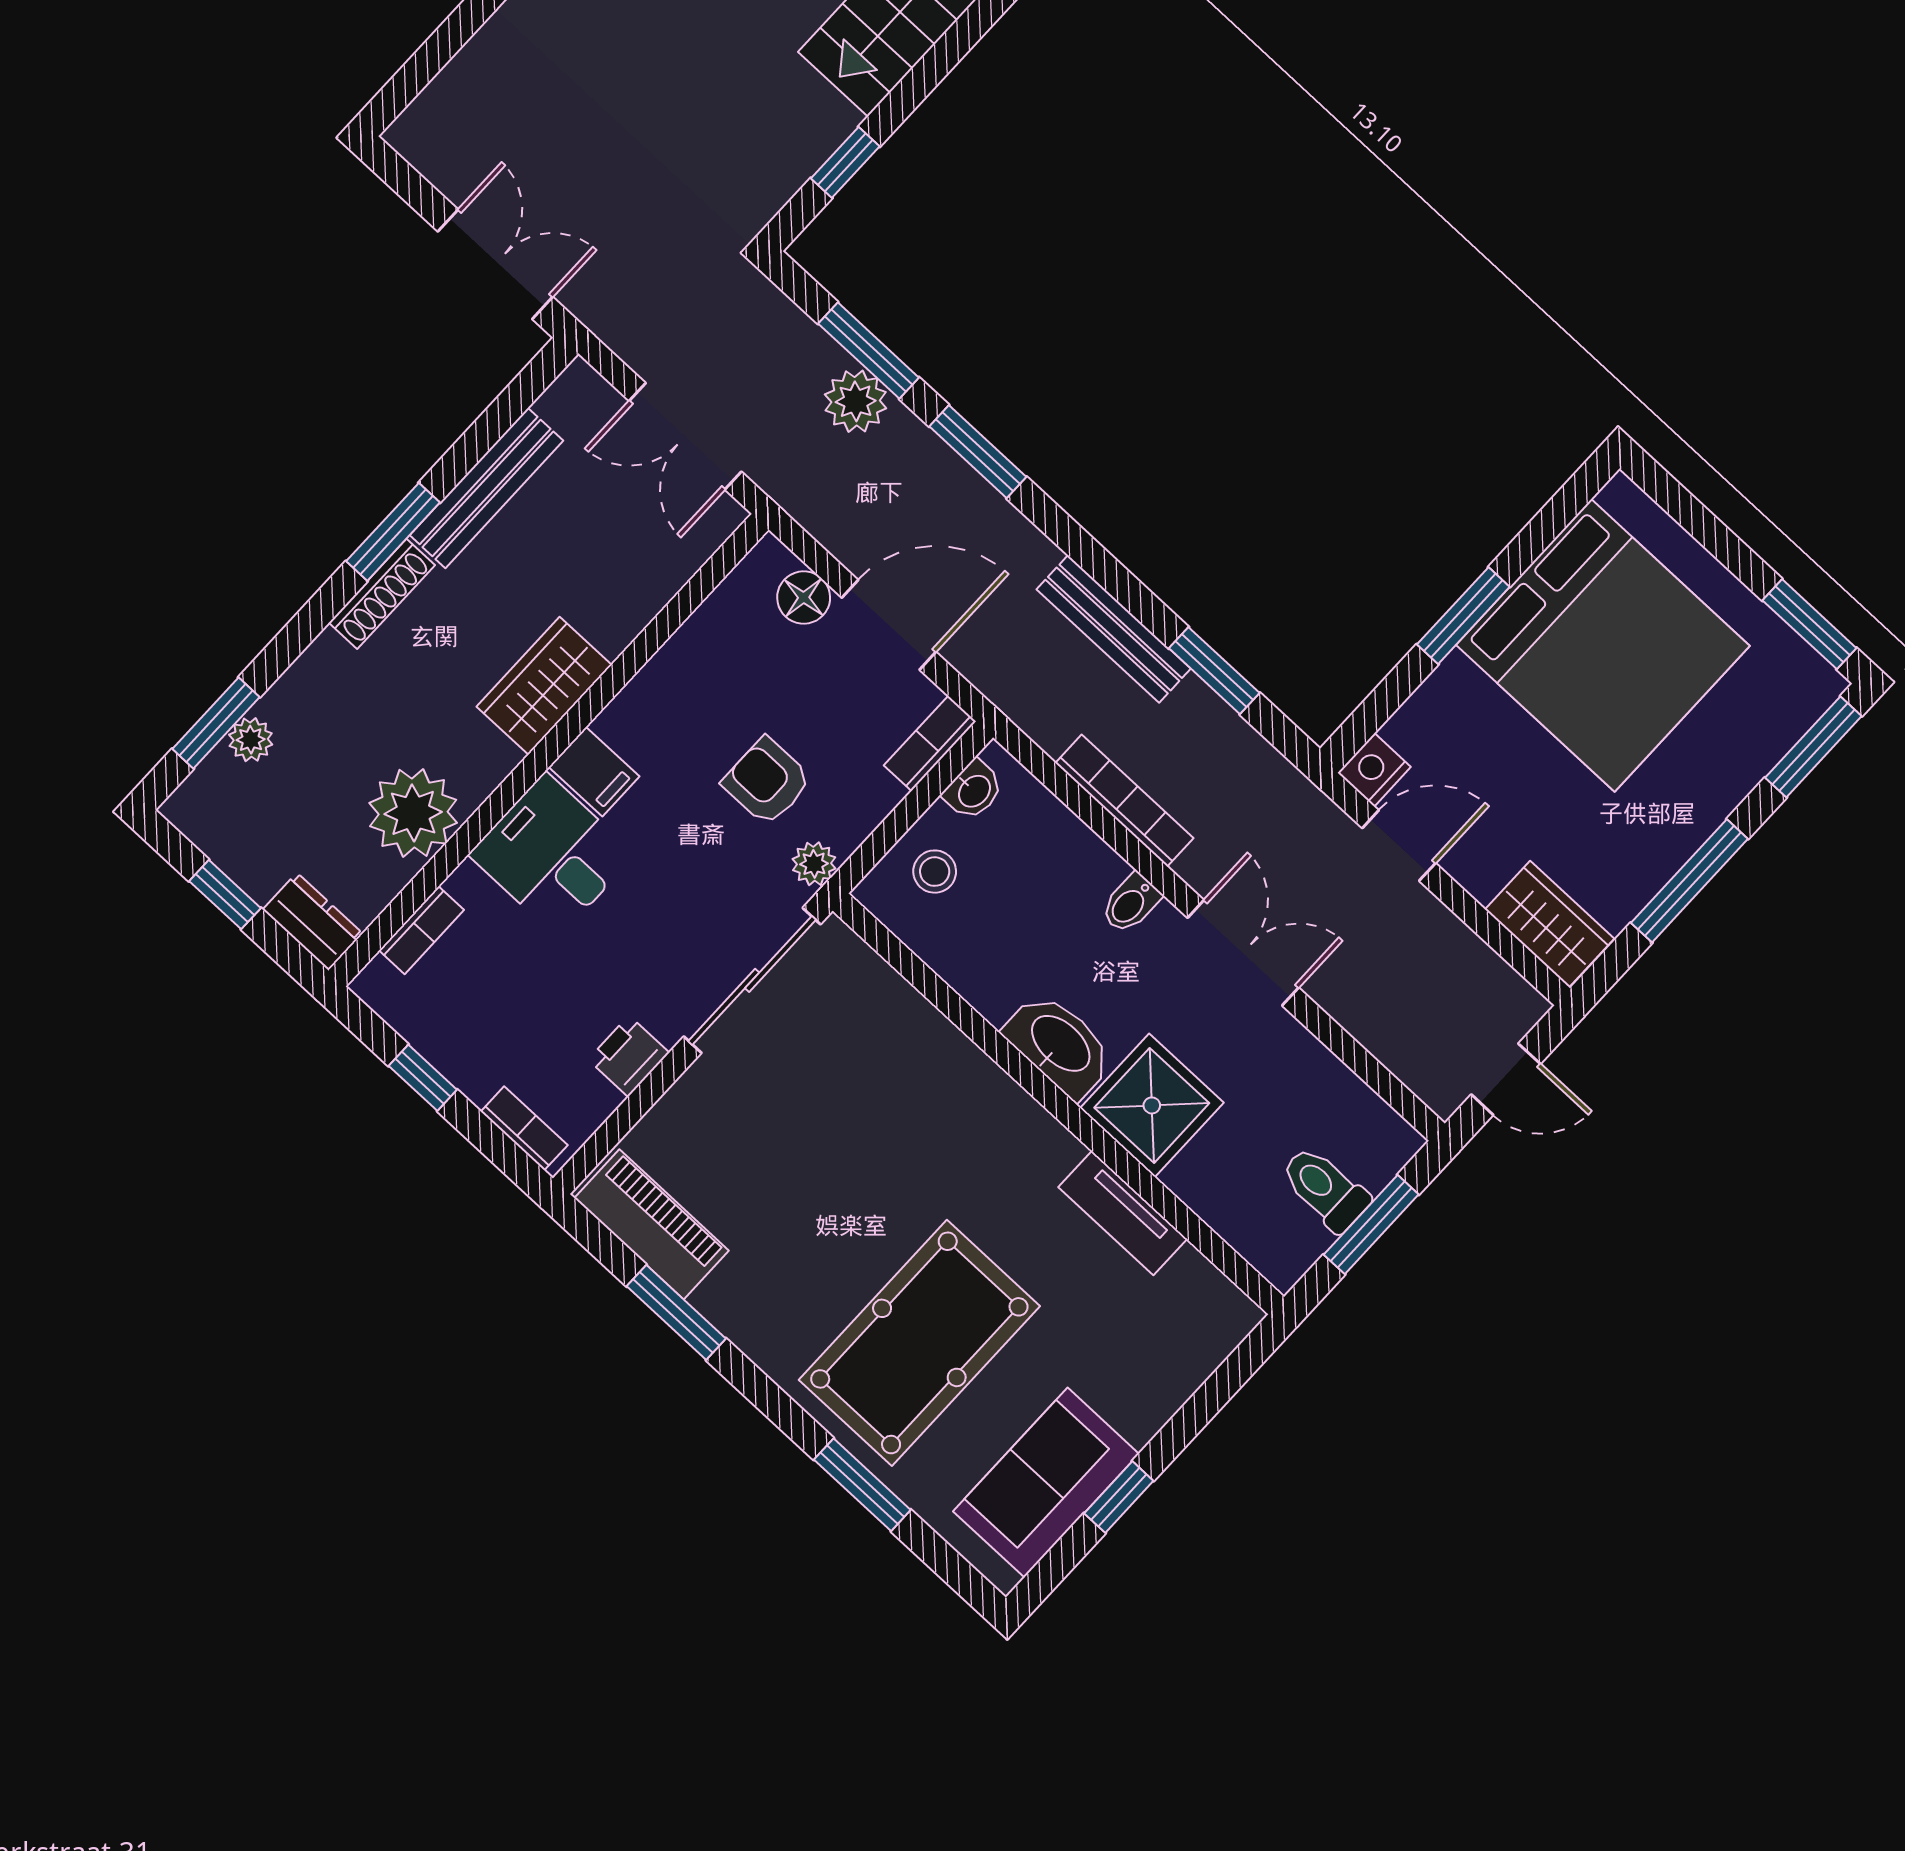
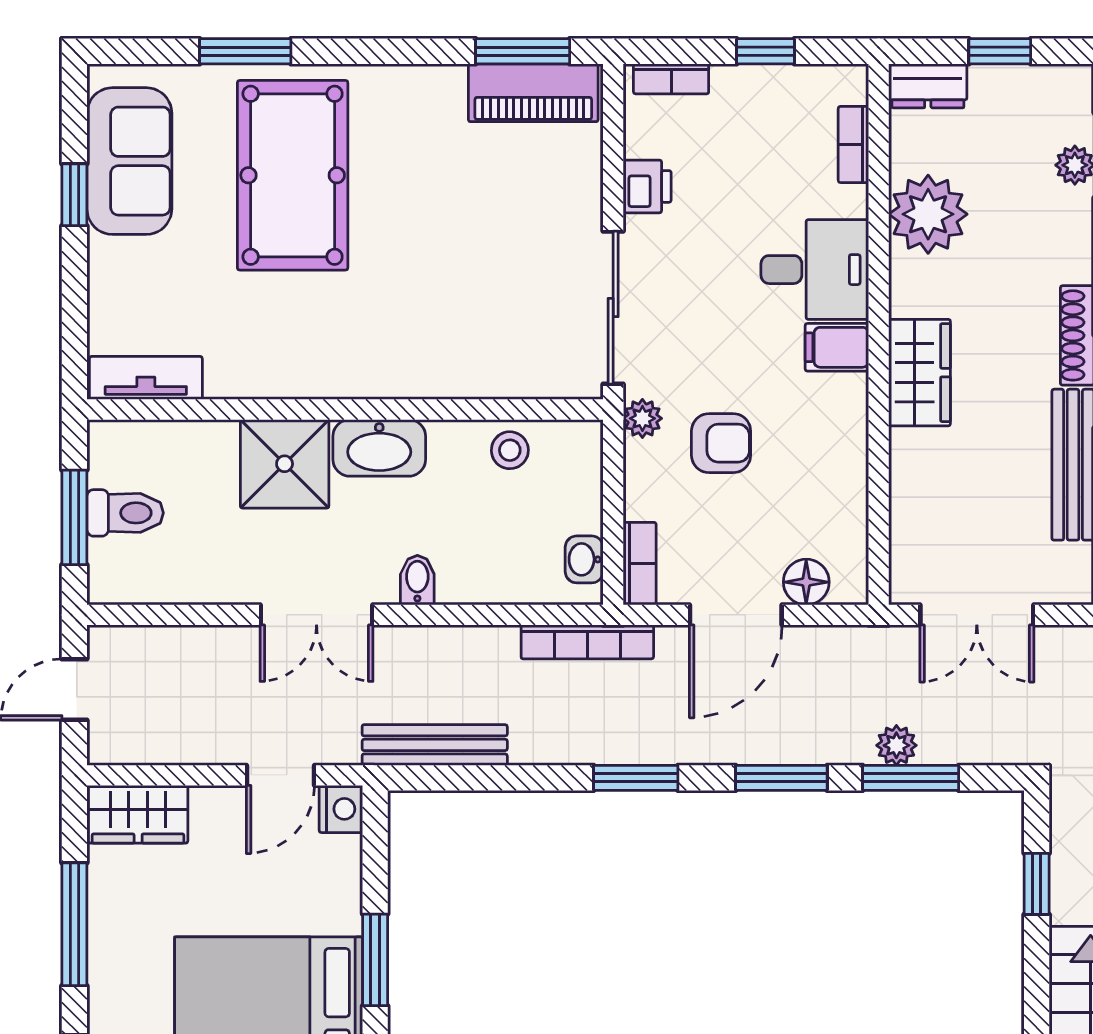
plant: (856, 401) -> (896, 745), width x0.73, depth x0.73
double door: (685, 436) -> (977, 615), swing flipped
bench: (1114, 629) -> (435, 745), moved
window: (1214, 671) -> (636, 778), moved
bookcase: (1124, 801) -> (587, 642), moved
stool: (935, 872) -> (510, 450), moved
tv unit: (1123, 1213) -> (146, 378), moved
window: (676, 1312) -> (523, 51), moved

